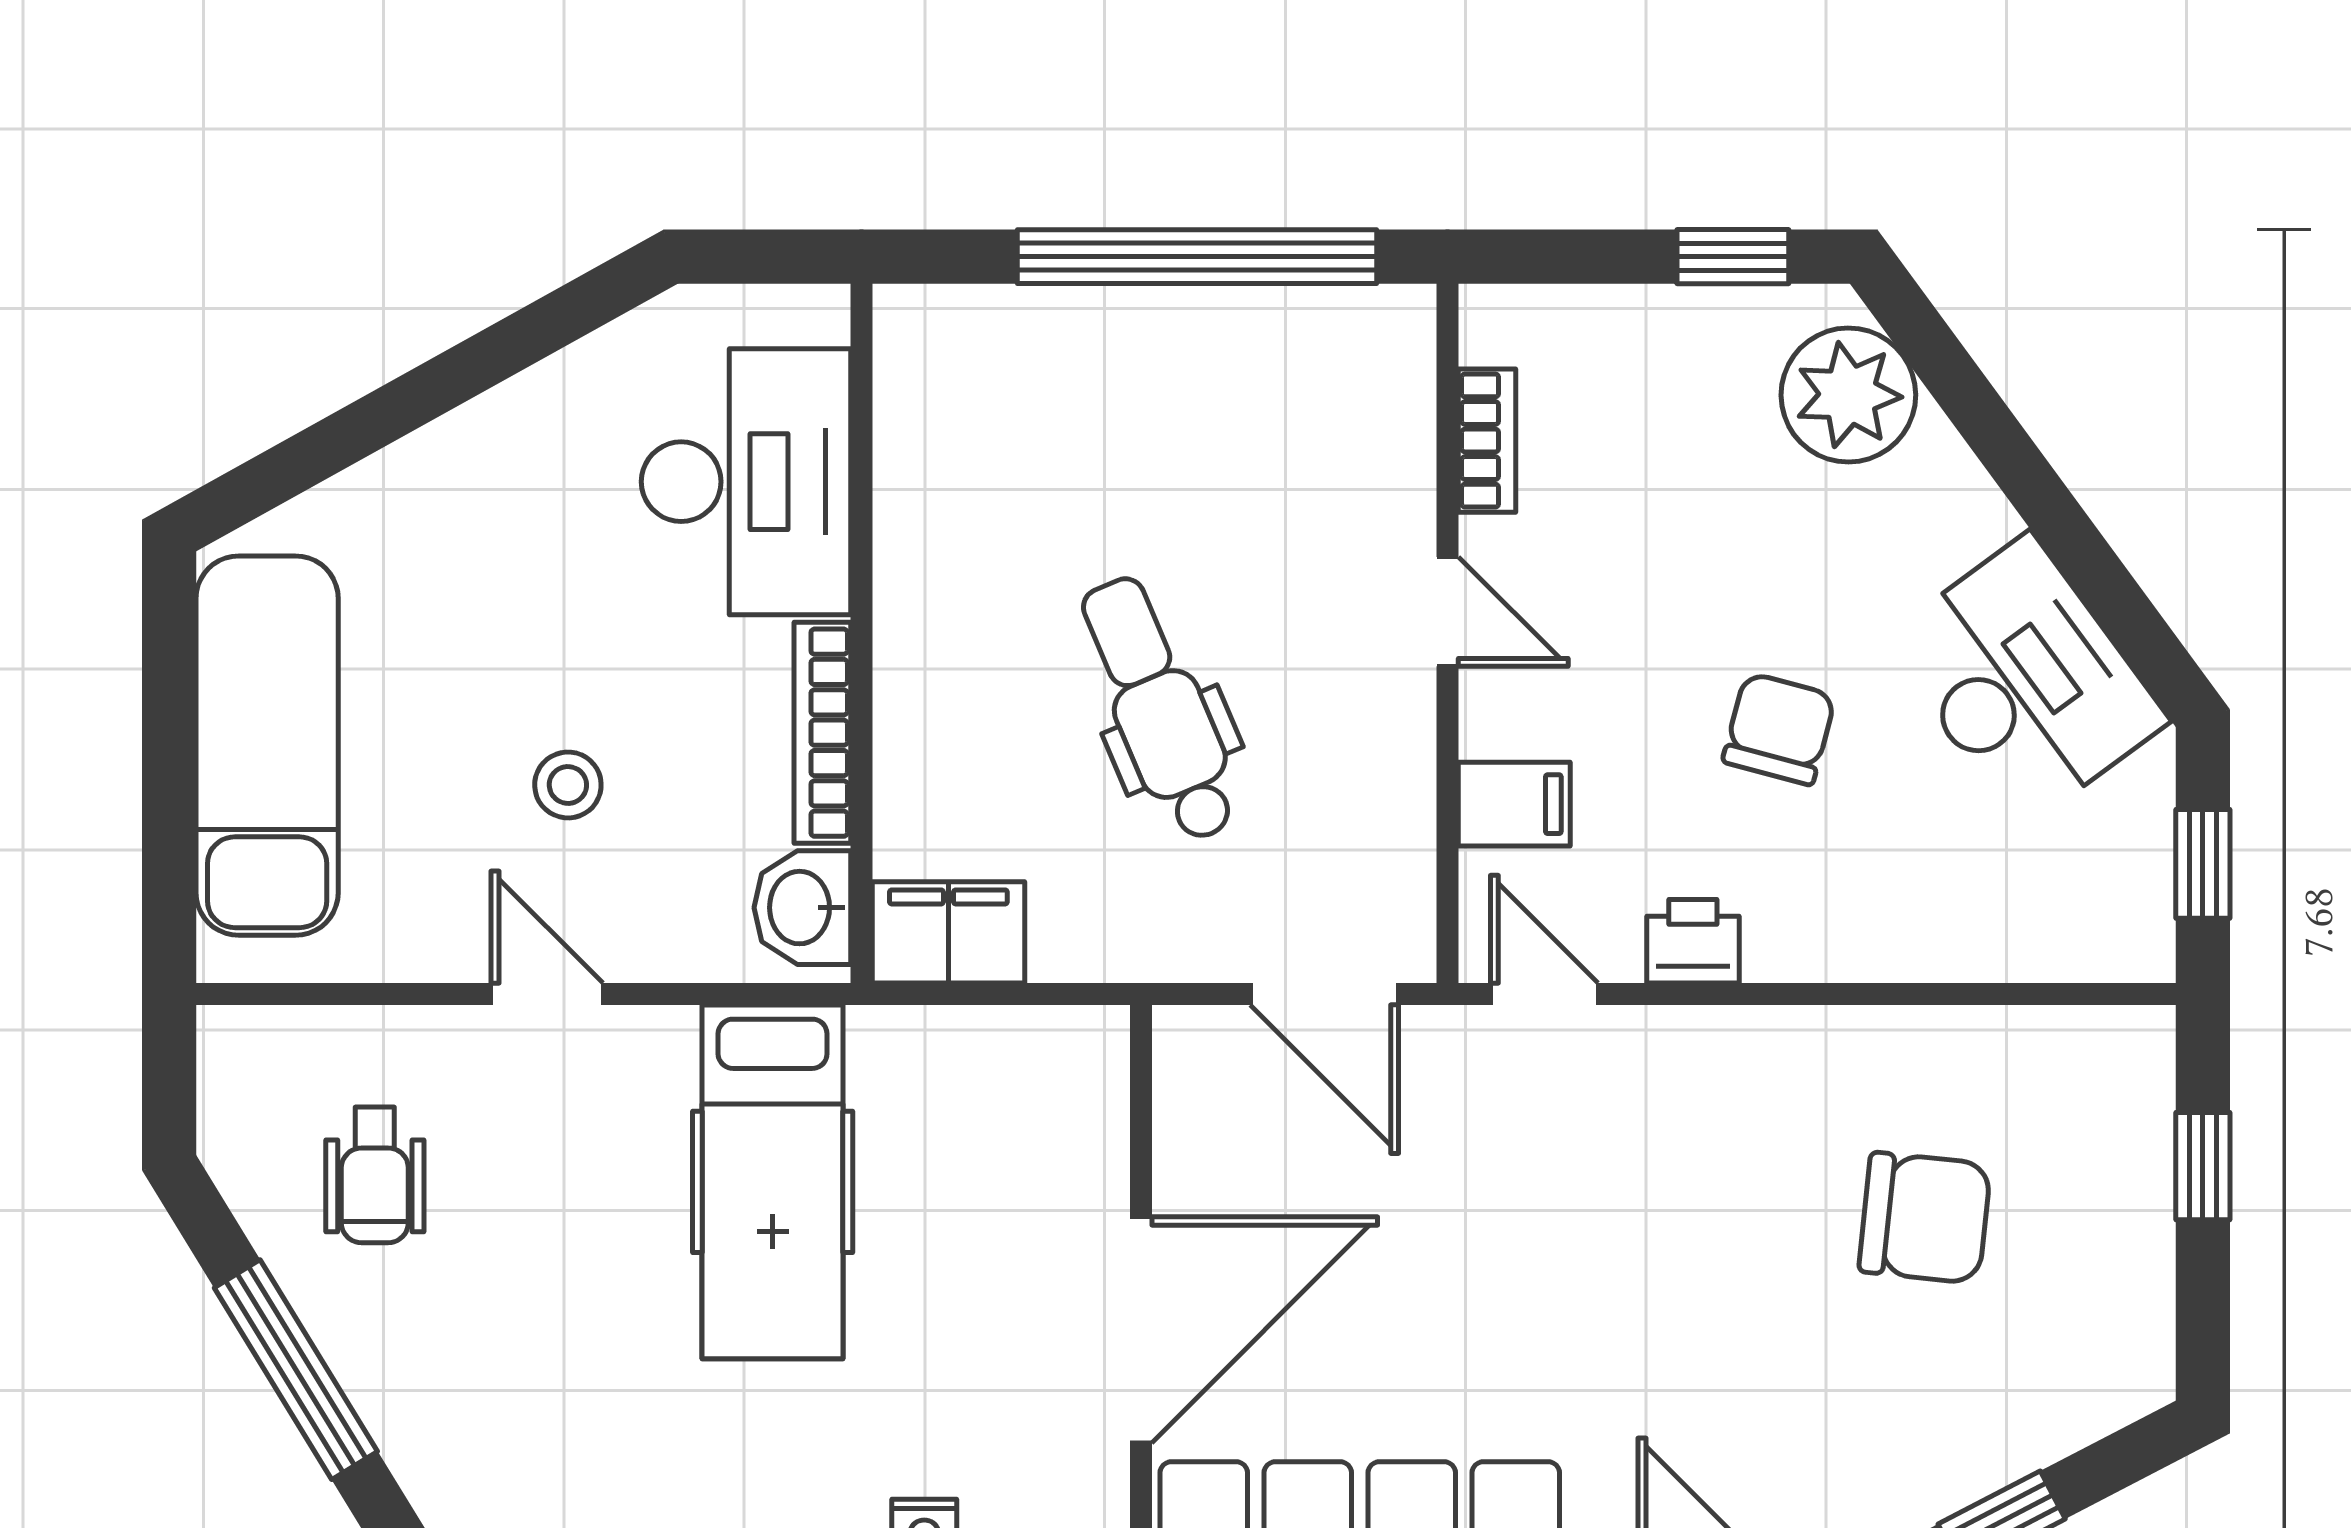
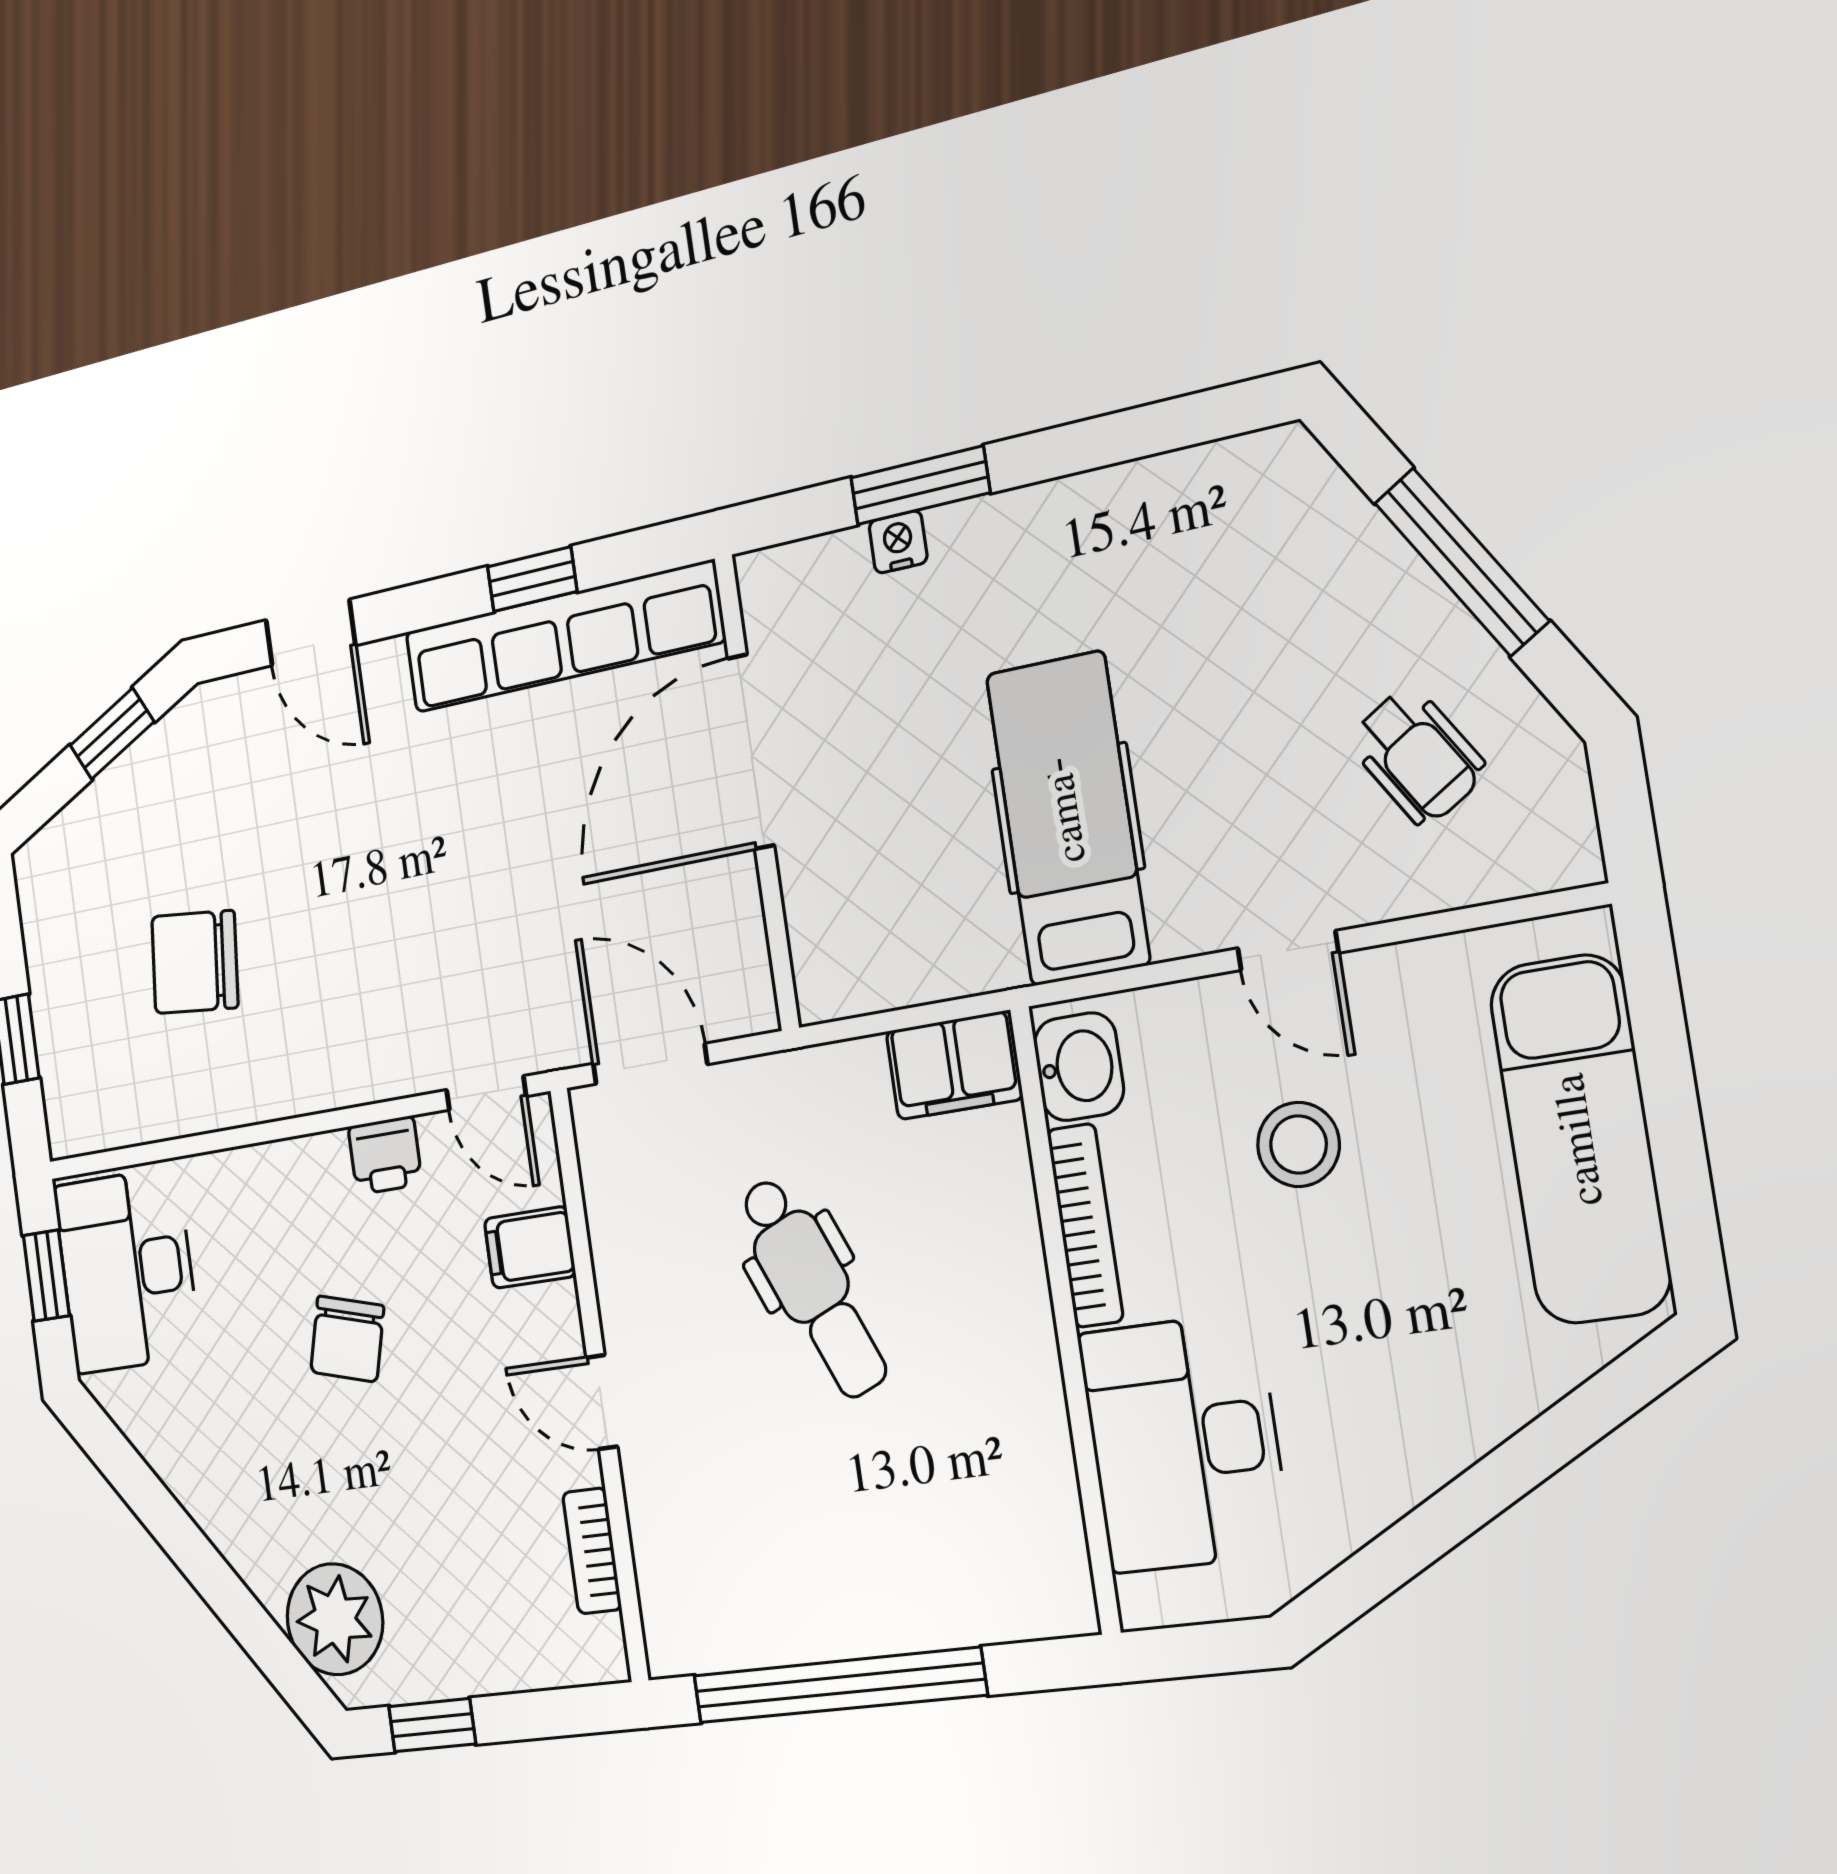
desk: (2025, 681) -> (127, 1270), moved, turned 36
stool: (568, 785) -> (1298, 1144), width x1.37, depth x1.37
wheelchair: (375, 1175) -> (1417, 756), turned 148

